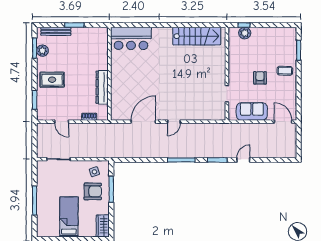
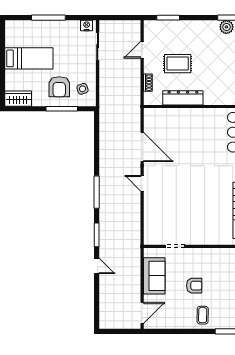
rug: (52, 80) -> (178, 64), moved, turned 90
nightstand: (41, 168) -> (87, 26), added

